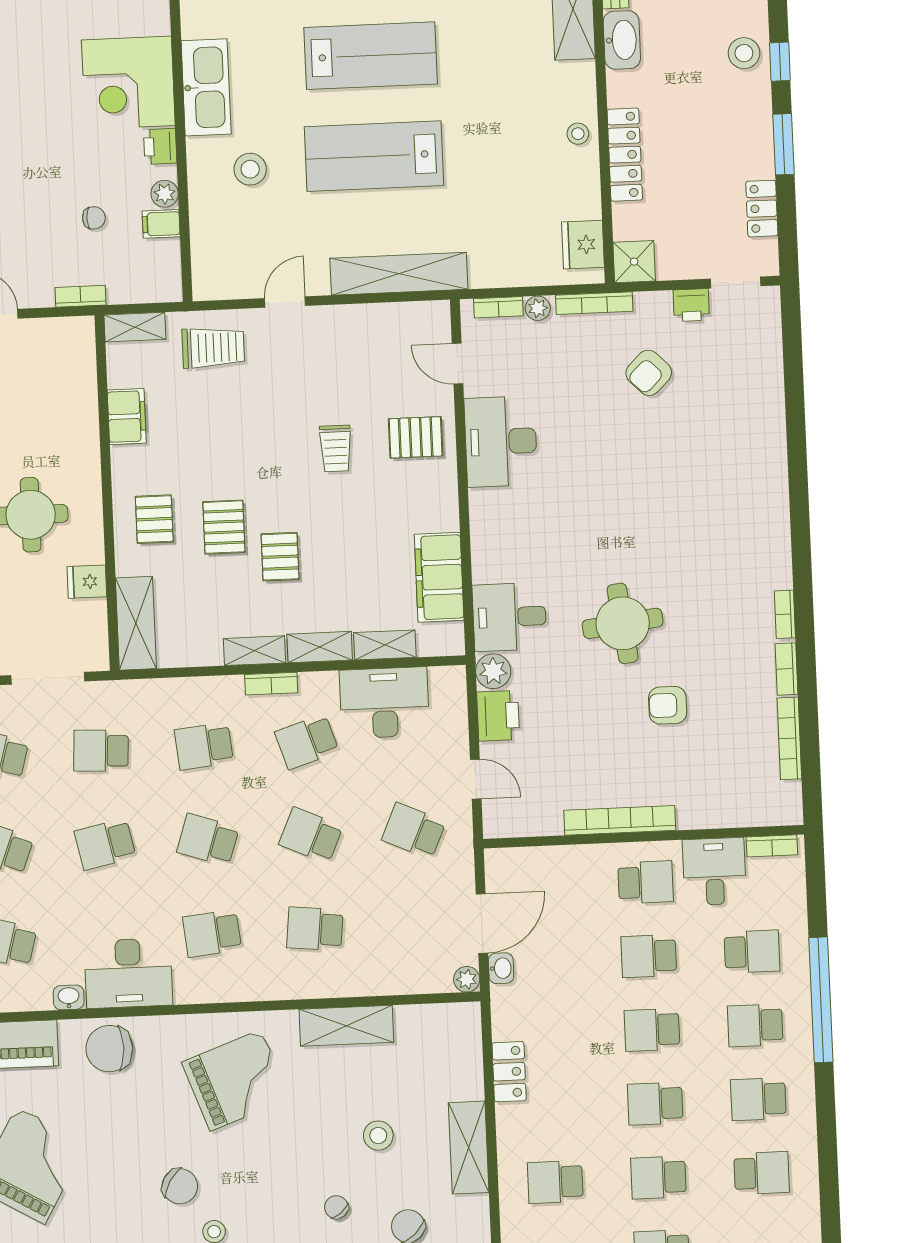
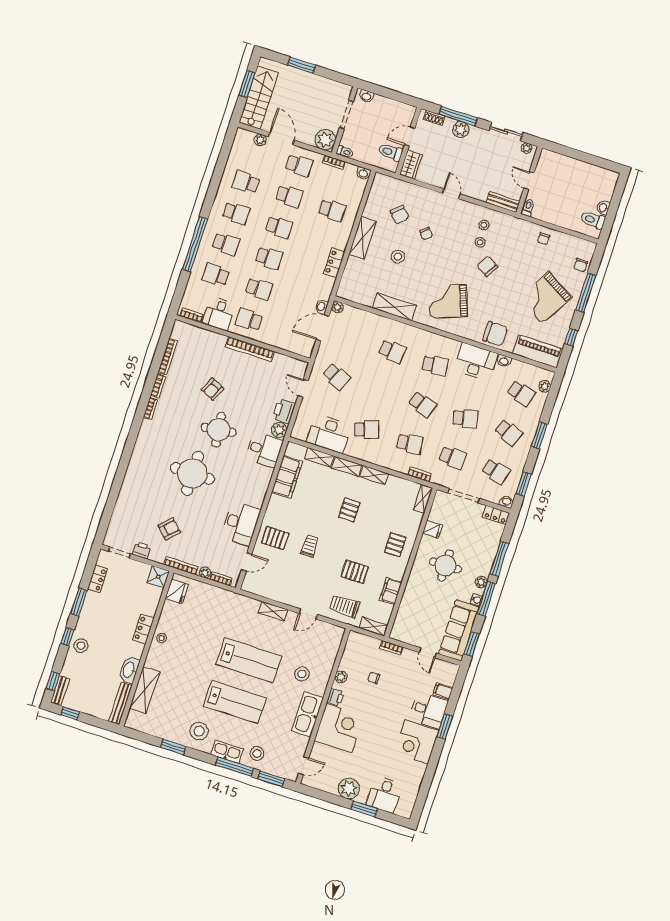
lab bench: (371, 56) -> (235, 702), turned 180
locker: (625, 155) -> (143, 629), width x0.66
filing cabinet: (161, 224) -> (347, 665), removed
shelving: (399, 274) -> (273, 611), width x0.45, depth x0.75
door: (458, 364) -> (247, 562), hinge flipped
round table: (643, 509) -> (192, 473), added
pallet: (224, 527) -> (355, 572), moved, turned 90
shelving: (136, 623) -> (423, 499), width x0.67, depth x0.75
bookcase: (271, 684) -> (420, 474), moved
armchair: (668, 705) -> (213, 389), turned 115
school desk: (311, 835) -> (379, 391), removed

